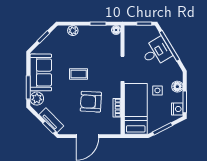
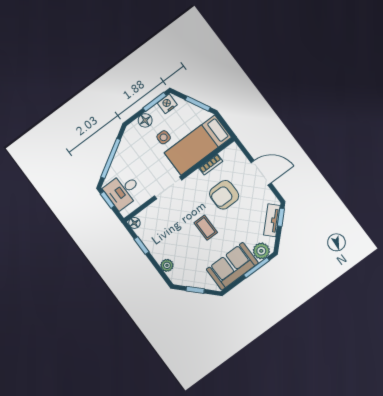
desk: (156, 52) -> (123, 191), moved, turned -59
armchair: (91, 102) -> (224, 195), turned 87

